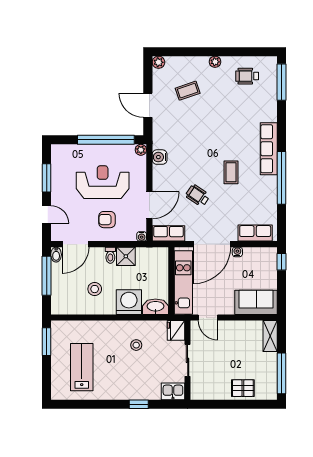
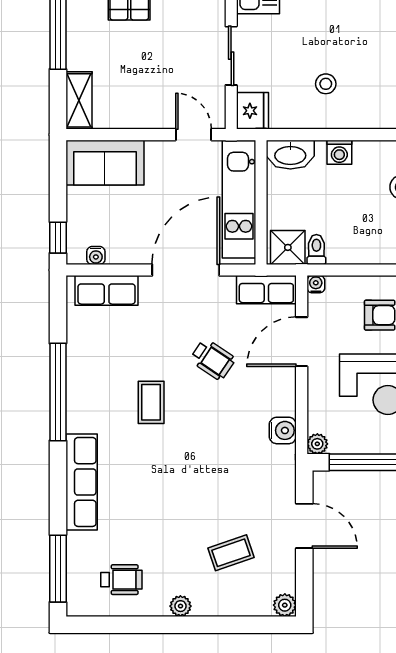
row of seats: (269, 149) -> (82, 482), moved
water cooler: (237, 252) -> (96, 255), moved
toilet: (110, 255) -> (316, 249), moved
shower: (126, 256) -> (288, 247), moved
washing machine: (129, 302) -> (339, 152), width x0.53, depth x0.53

